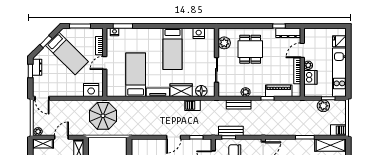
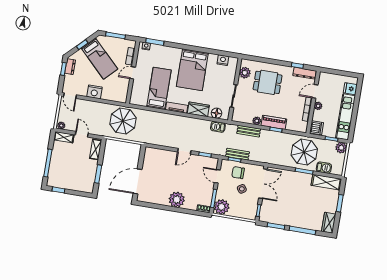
bed: (173, 49) -> (192, 70), width x1.50
dining table: (250, 49) -> (268, 82), turned 90
dishwasher: (310, 77) -> (317, 128), moved
nightstand: (91, 90) -> (94, 92), moved
piano: (279, 91) -> (274, 122), moved
barbecue: (192, 105) -> (218, 127), moved
plant: (323, 106) -> (341, 148), moved
parasol: (302, 117) -> (304, 152), added
barbecue: (338, 130) -> (324, 168), moved
door: (61, 137) -> (82, 134), hinge flipped

